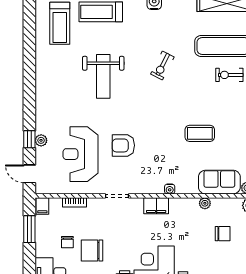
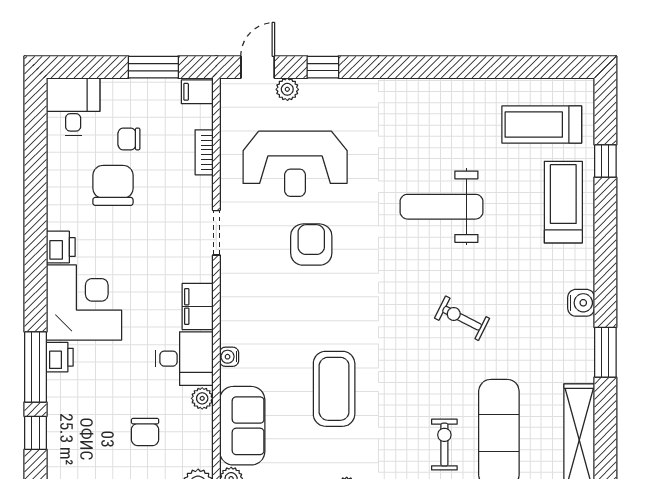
coffee table: (200, 133) -> (334, 389), width x1.36, depth x1.32
plant: (41, 140) -> (287, 89), moved
reception desk: (81, 154) -> (295, 164), turned 180
water cooler: (170, 189) -> (229, 357), moved
desk: (184, 213) -> (184, 359), added

